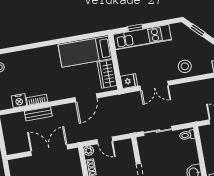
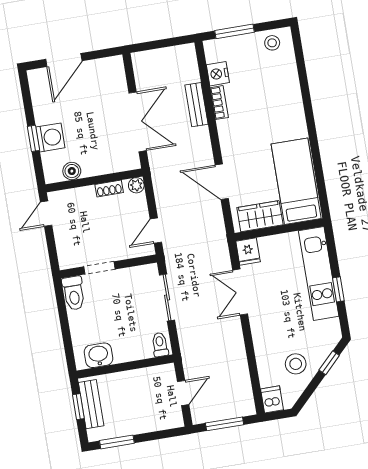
window: (135, 28) -> (338, 289), moved
stool: (185, 66) -> (296, 364), moved
door: (105, 140) -> (156, 231), moved

